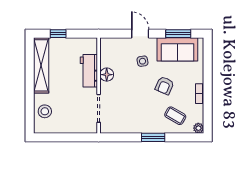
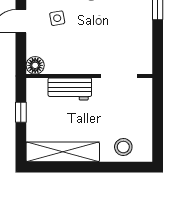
window: (58, 34) -> (21, 112), moved
floor lamp: (107, 75) -> (35, 65), moved

